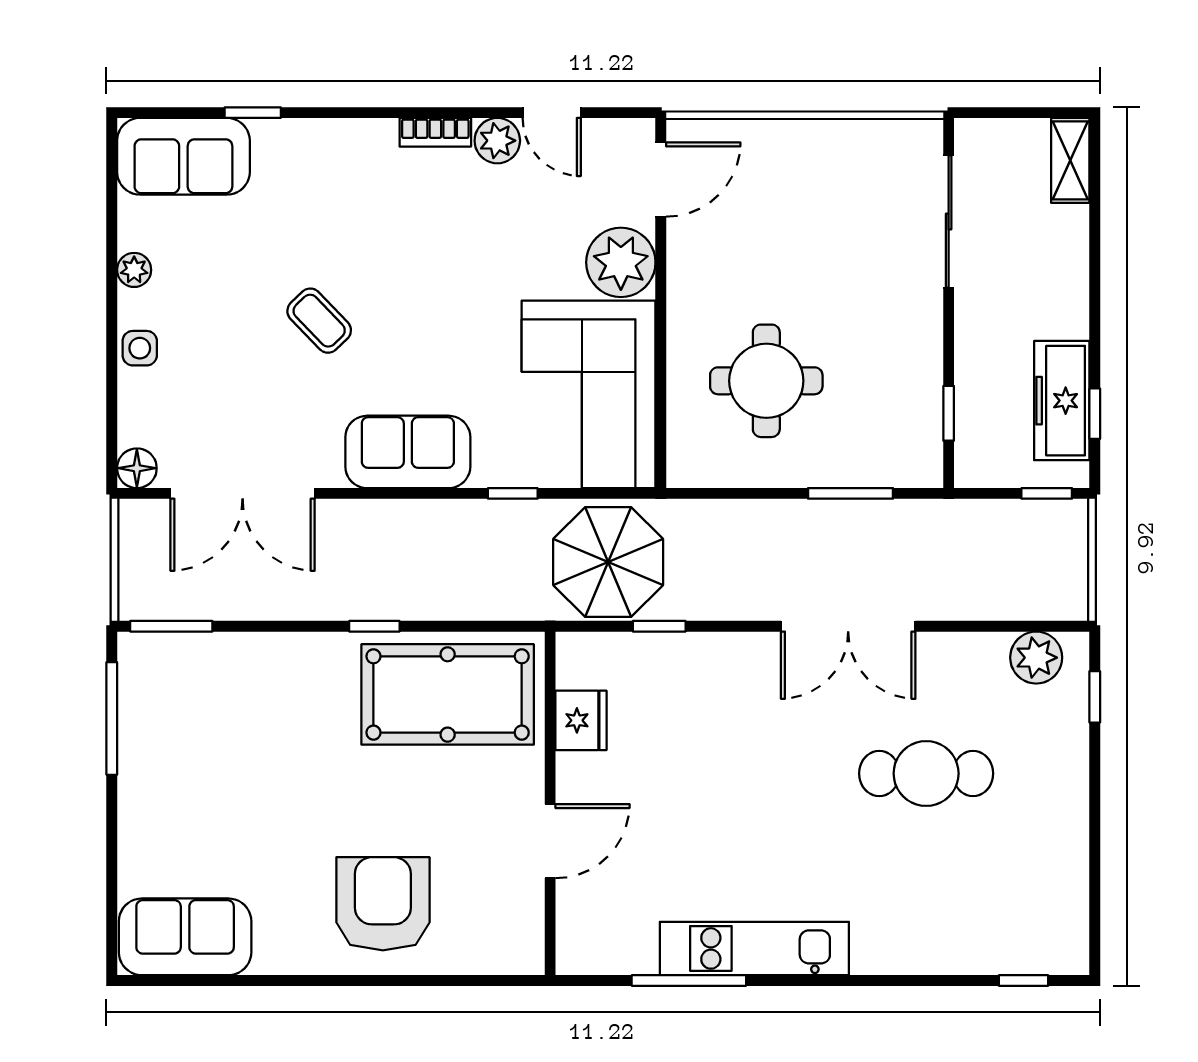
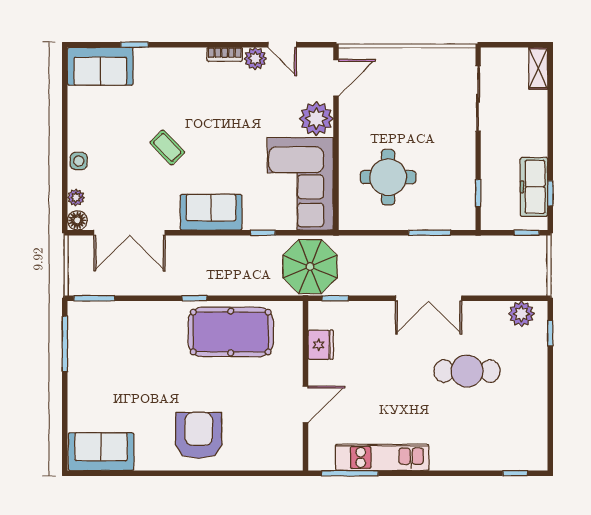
plant: (134, 270) -> (76, 198), moved
fridge: (581, 720) -> (321, 345), moved
wall: (550, 803) -> (305, 386), moved
door: (550, 841) -> (305, 404), moved

